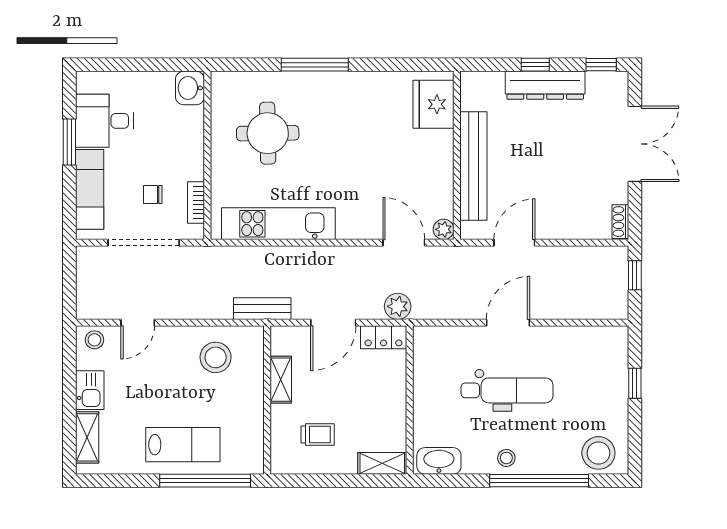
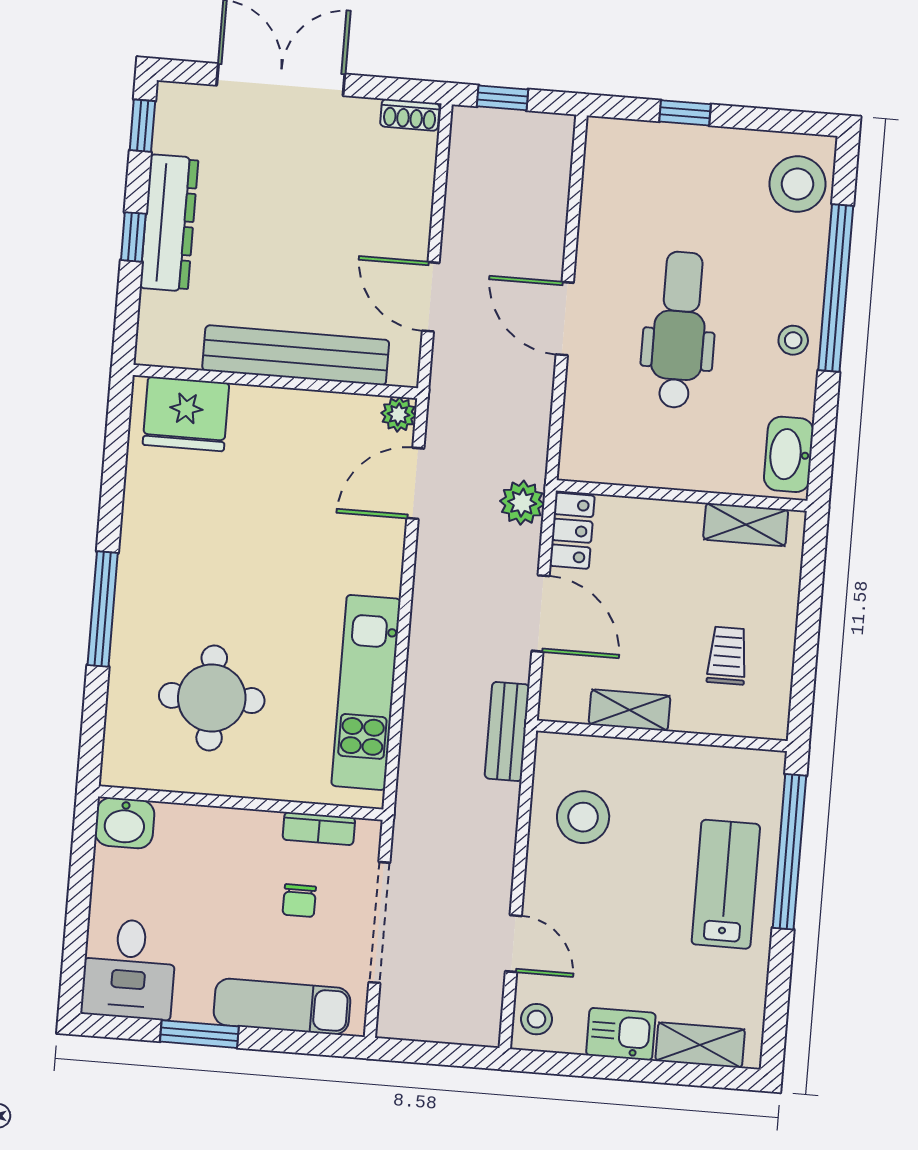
desk: (104, 121) -> (129, 969), moved
shelving: (382, 463) -> (746, 525), moved, turned 90

